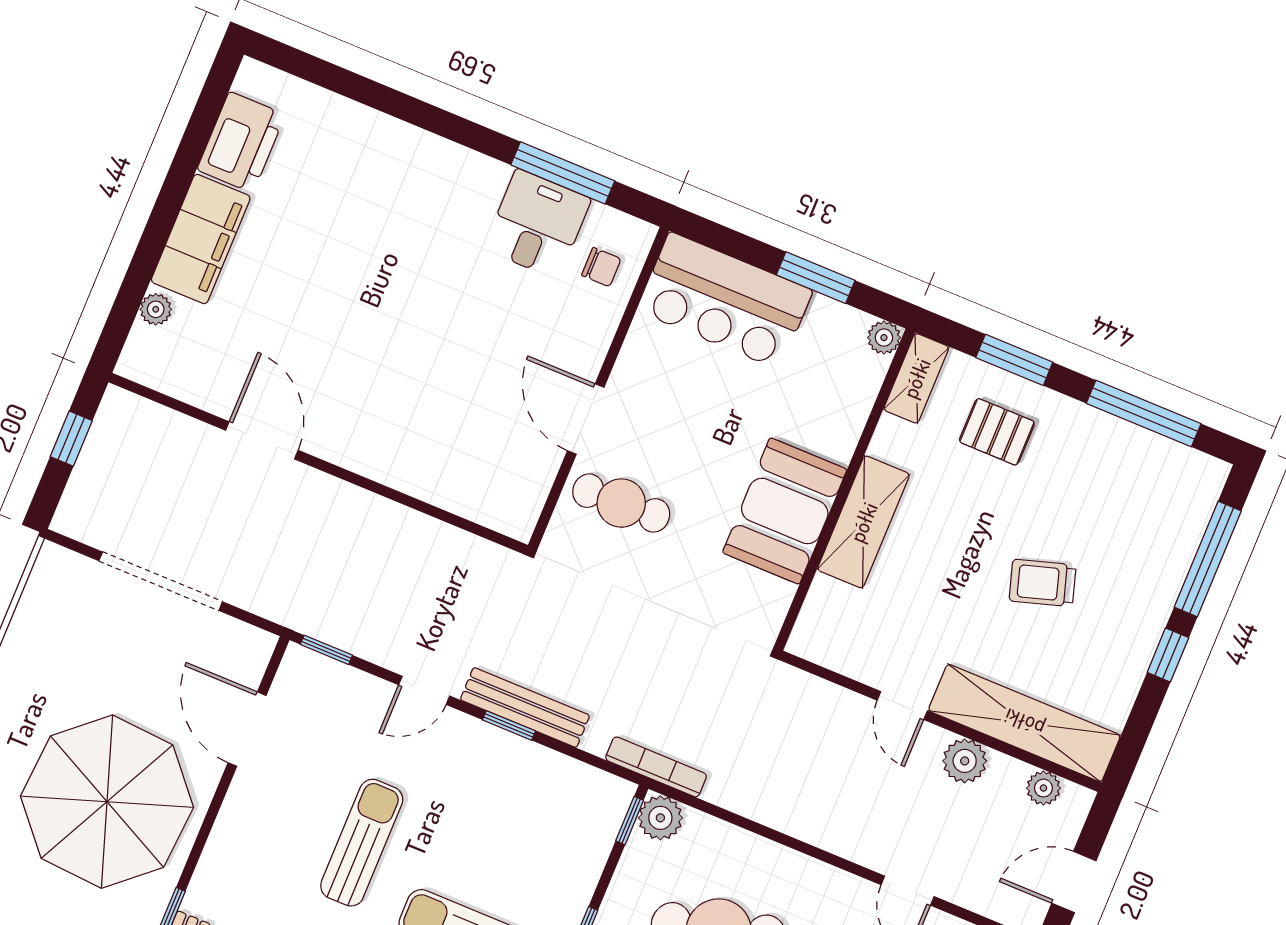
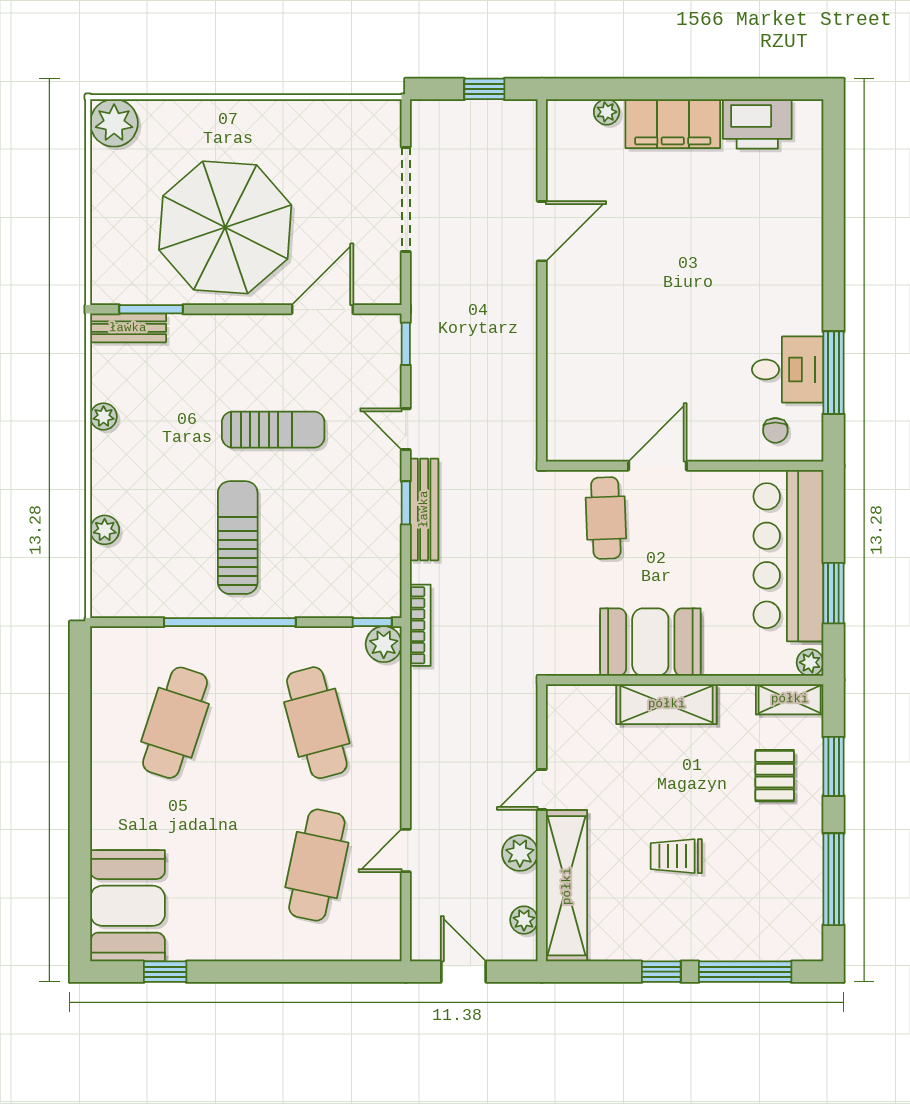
bar counter: (725, 301) -> (788, 556), width x1.36
trolley: (1043, 583) -> (676, 856), turned -73

